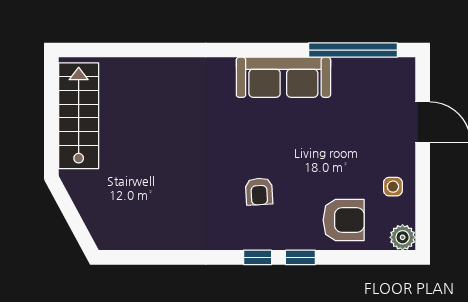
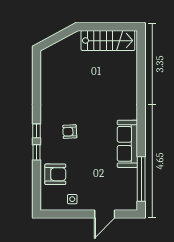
armchair: (344, 220) -> (55, 174), turned -90
plant: (403, 237) -> (47, 204), removed

